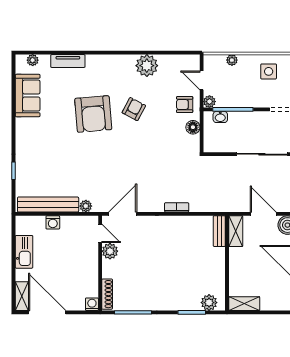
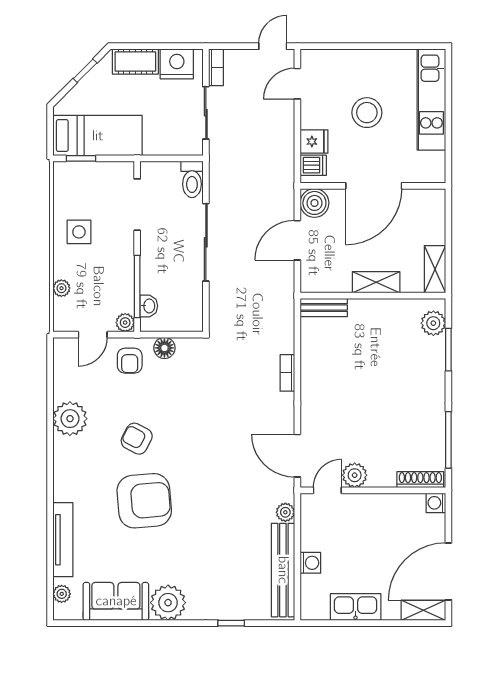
tv unit: (68, 61) -> (63, 540), width x1.41
plant: (27, 130) -> (168, 603), added
shelving: (236, 231) -> (376, 282), moved

